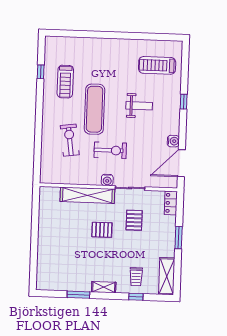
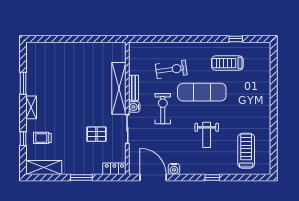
exercise bike: (110, 150) -> (163, 109), turned 180
bench: (87, 180) -> (134, 88), added
pallet: (102, 230) -> (86, 104), removed

